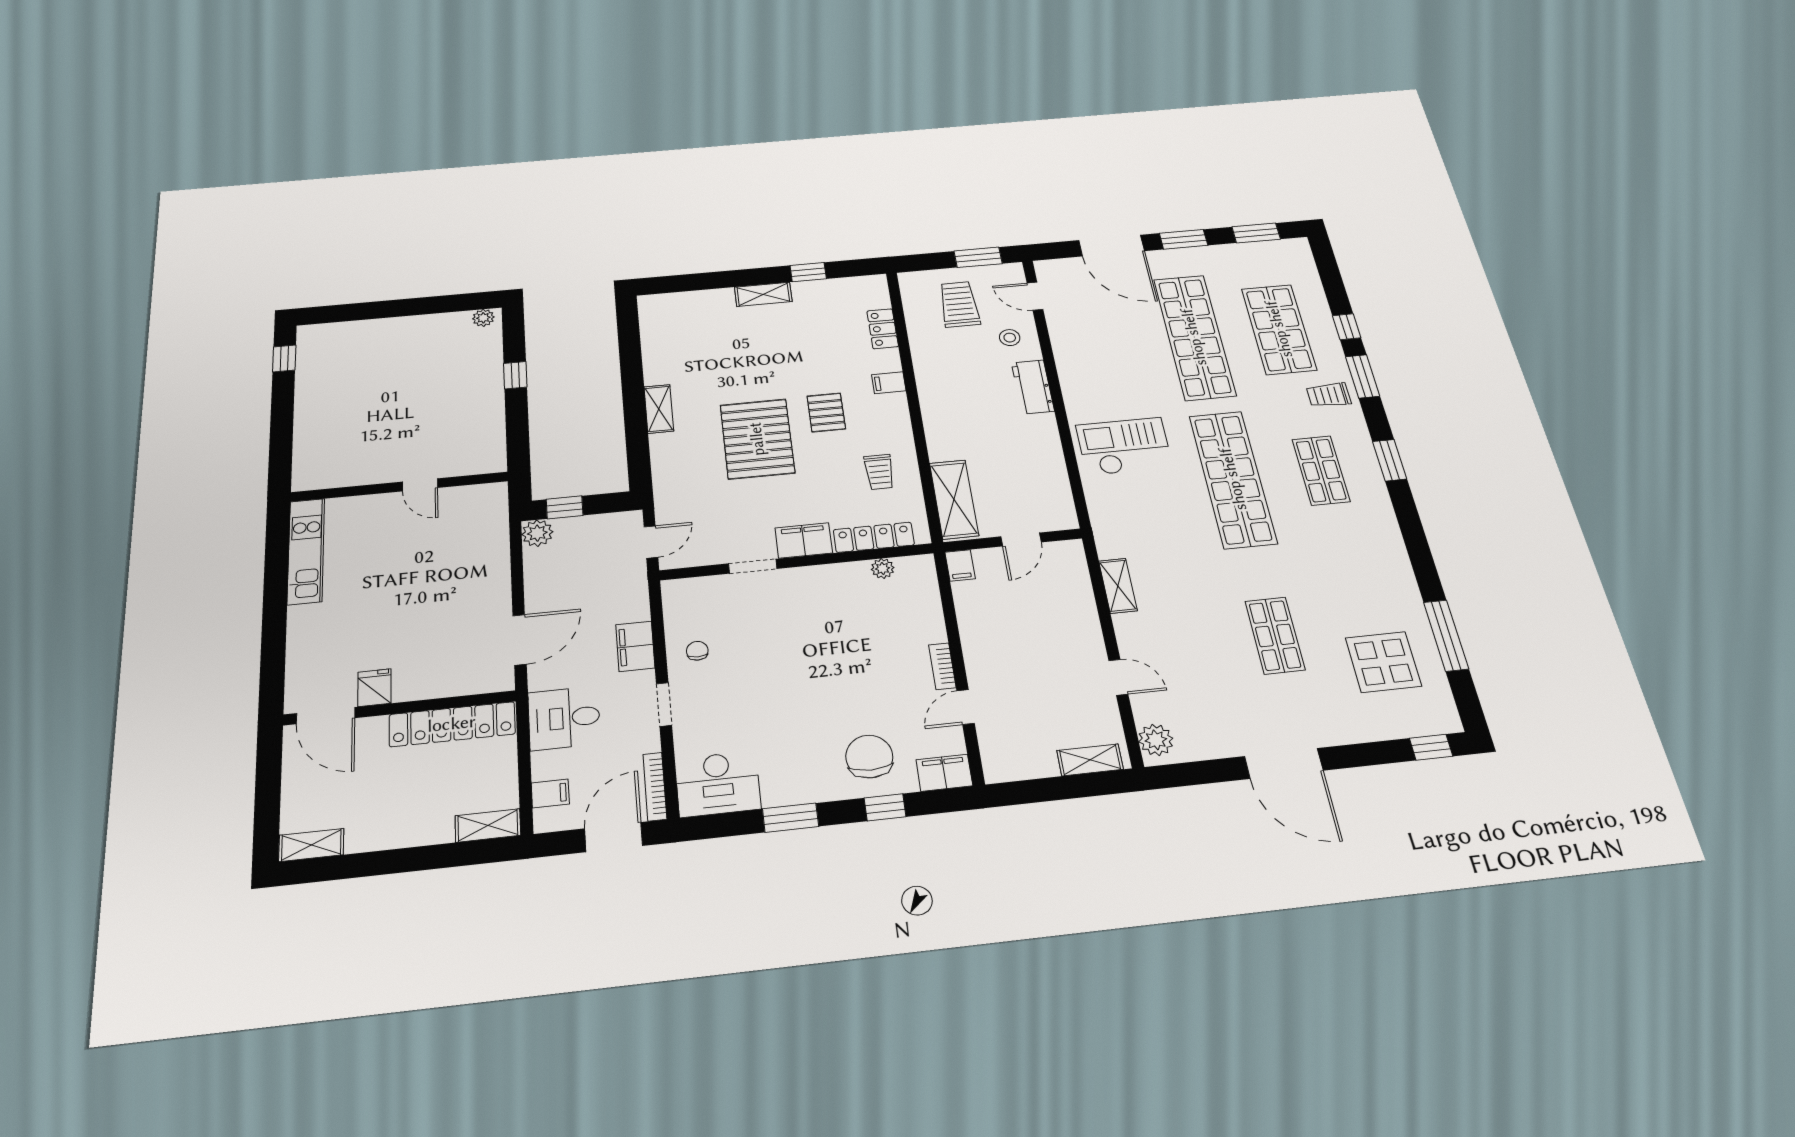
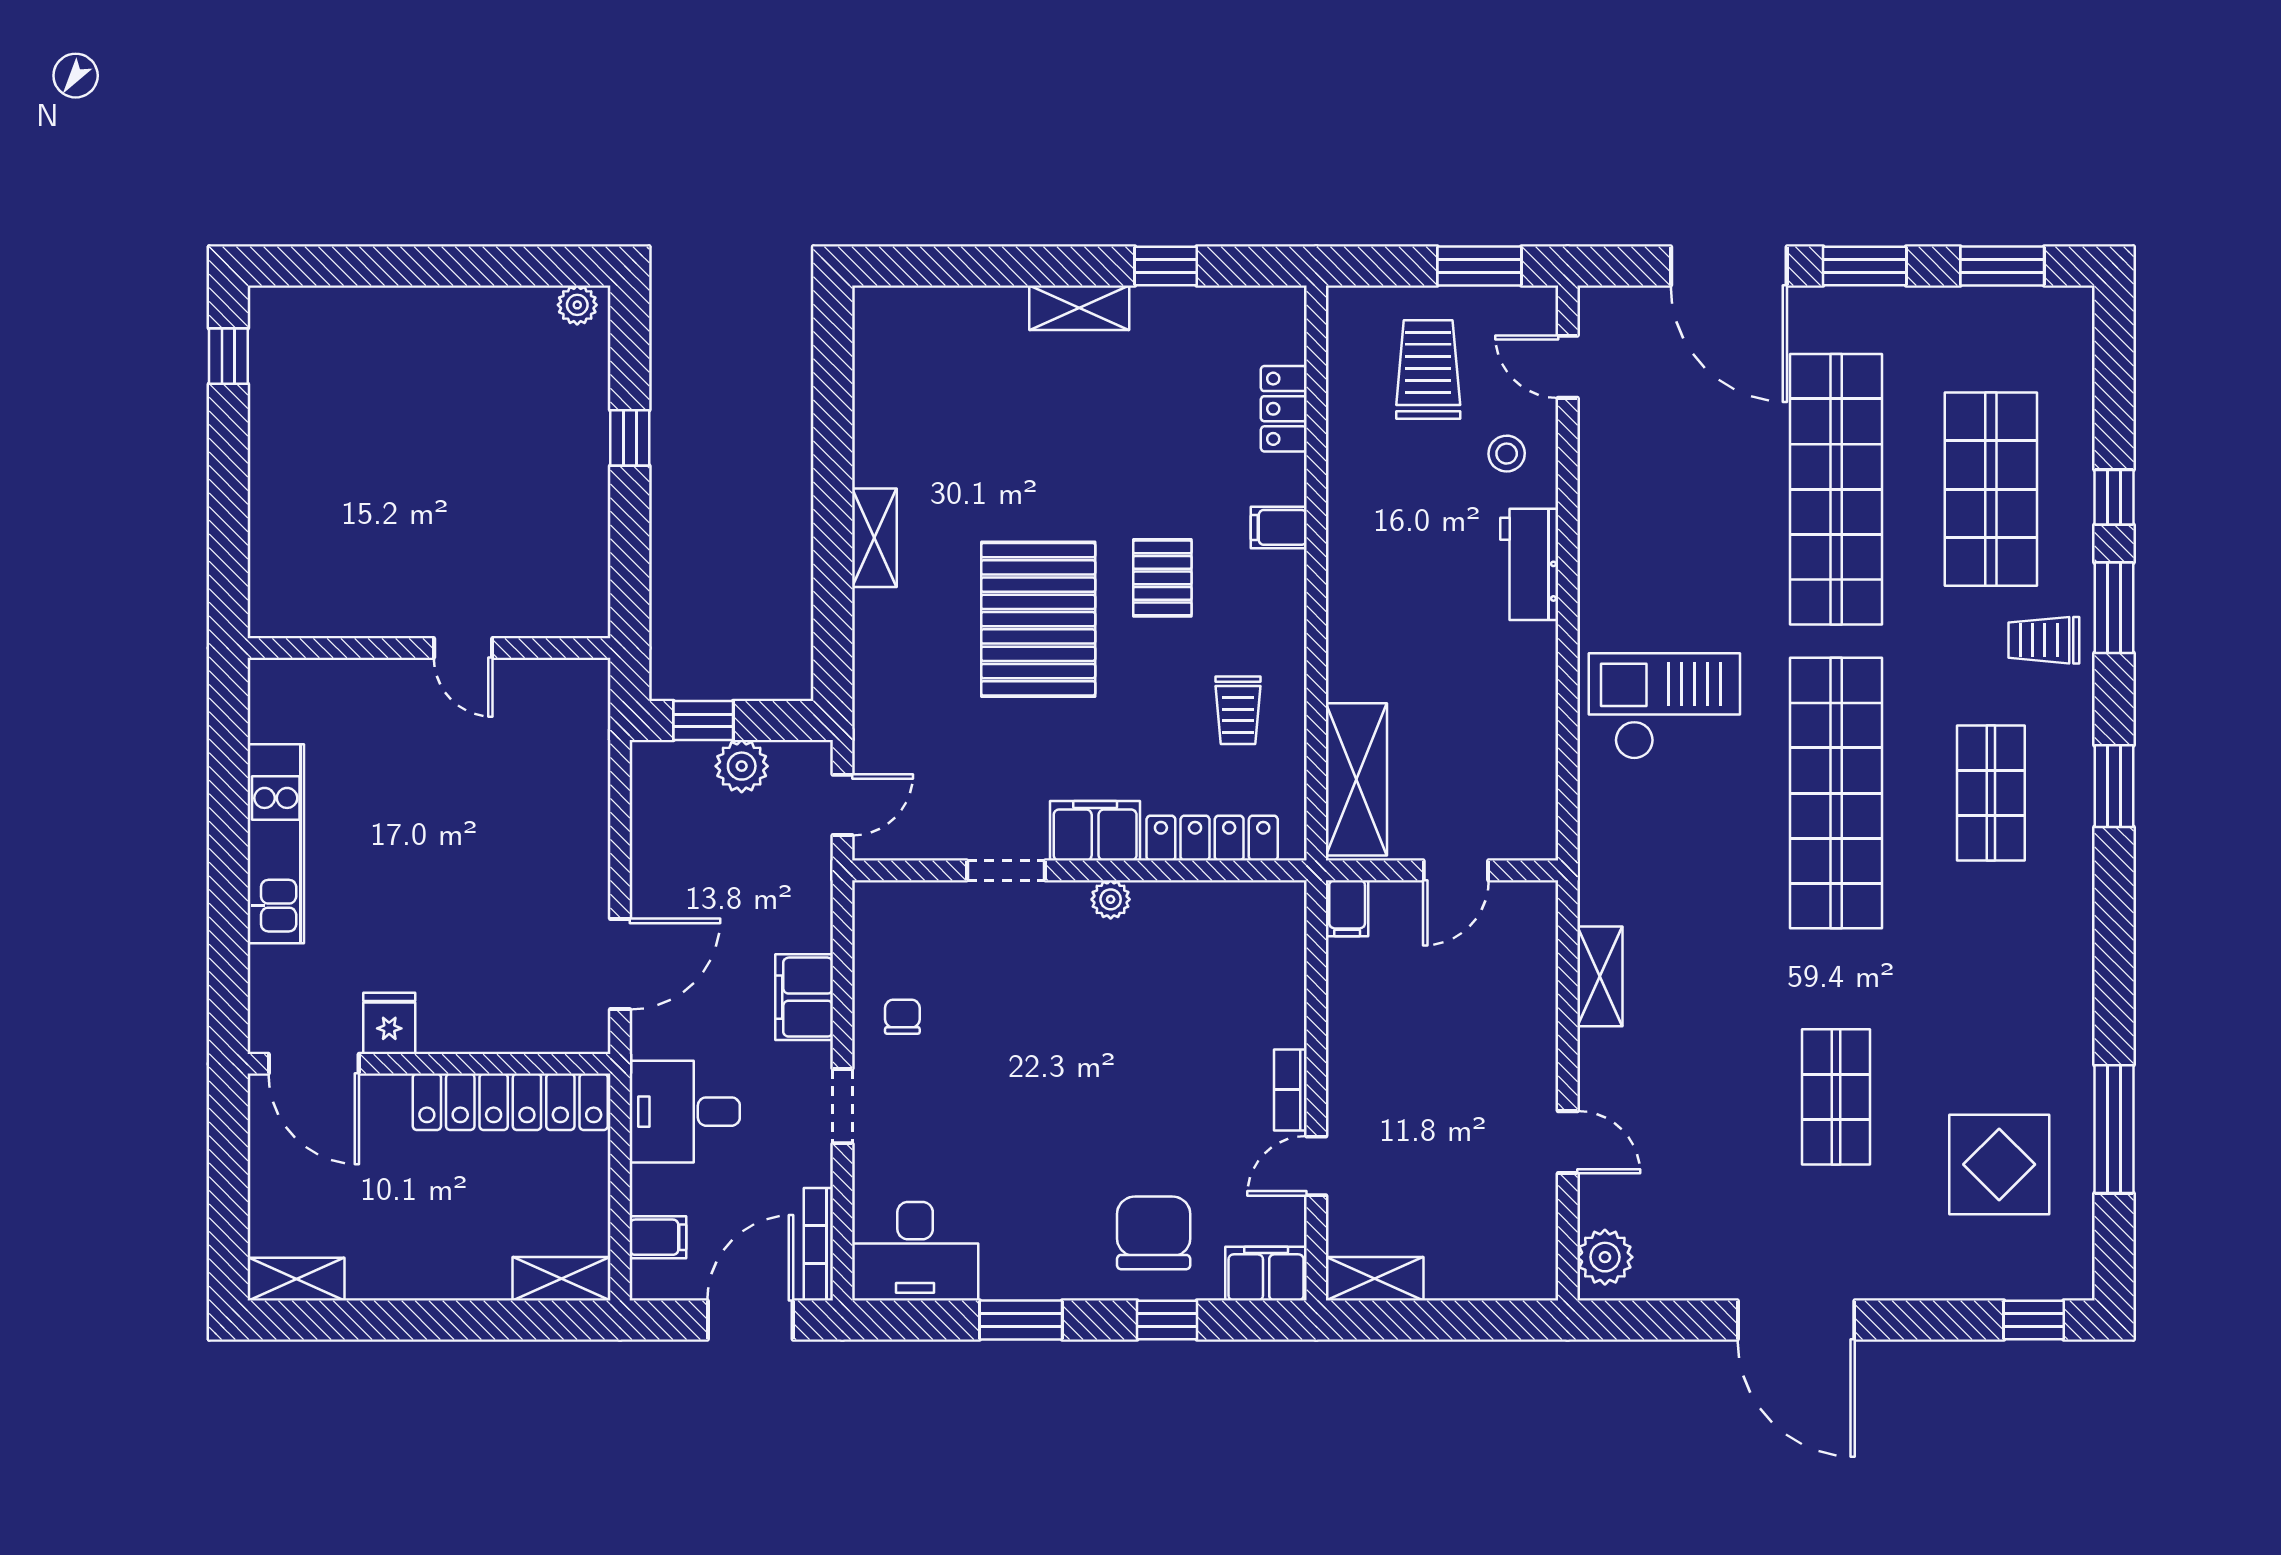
plant: (537, 533) -> (742, 766), moved
kitchen unit: (306, 551) -> (276, 844), moved
plant: (883, 568) -> (1111, 899), moved
shelving: (1090, 760) -> (1375, 1279), moved

